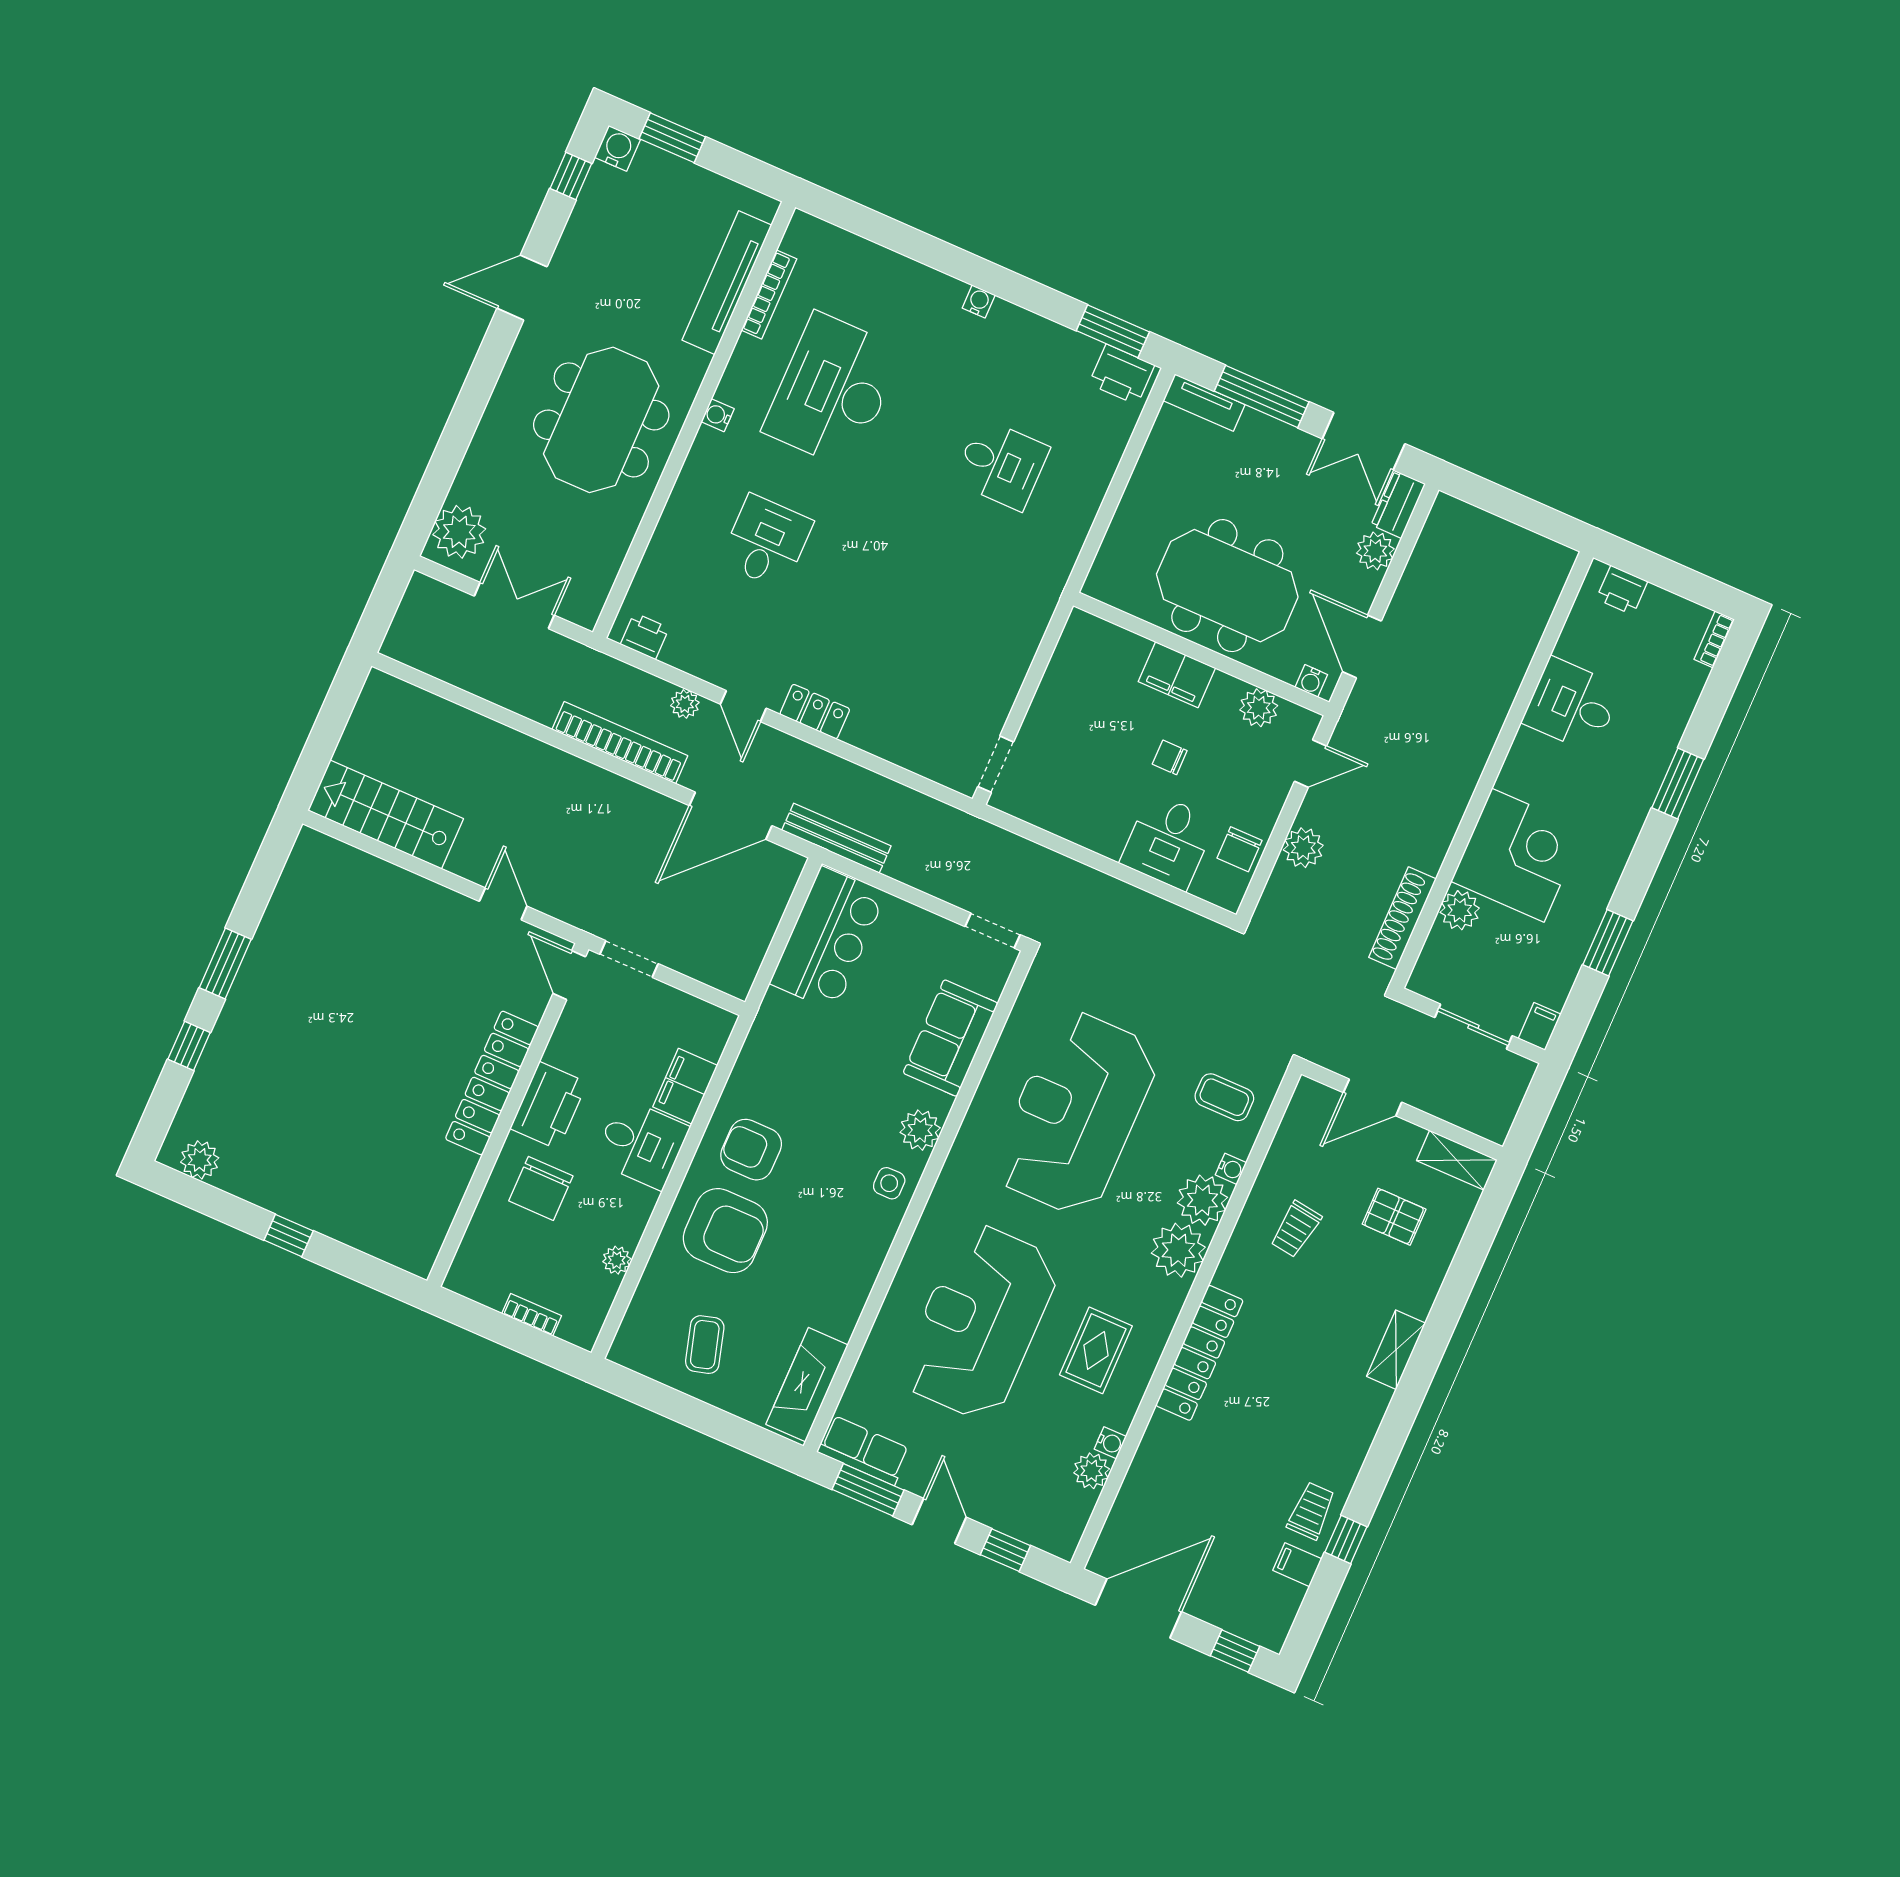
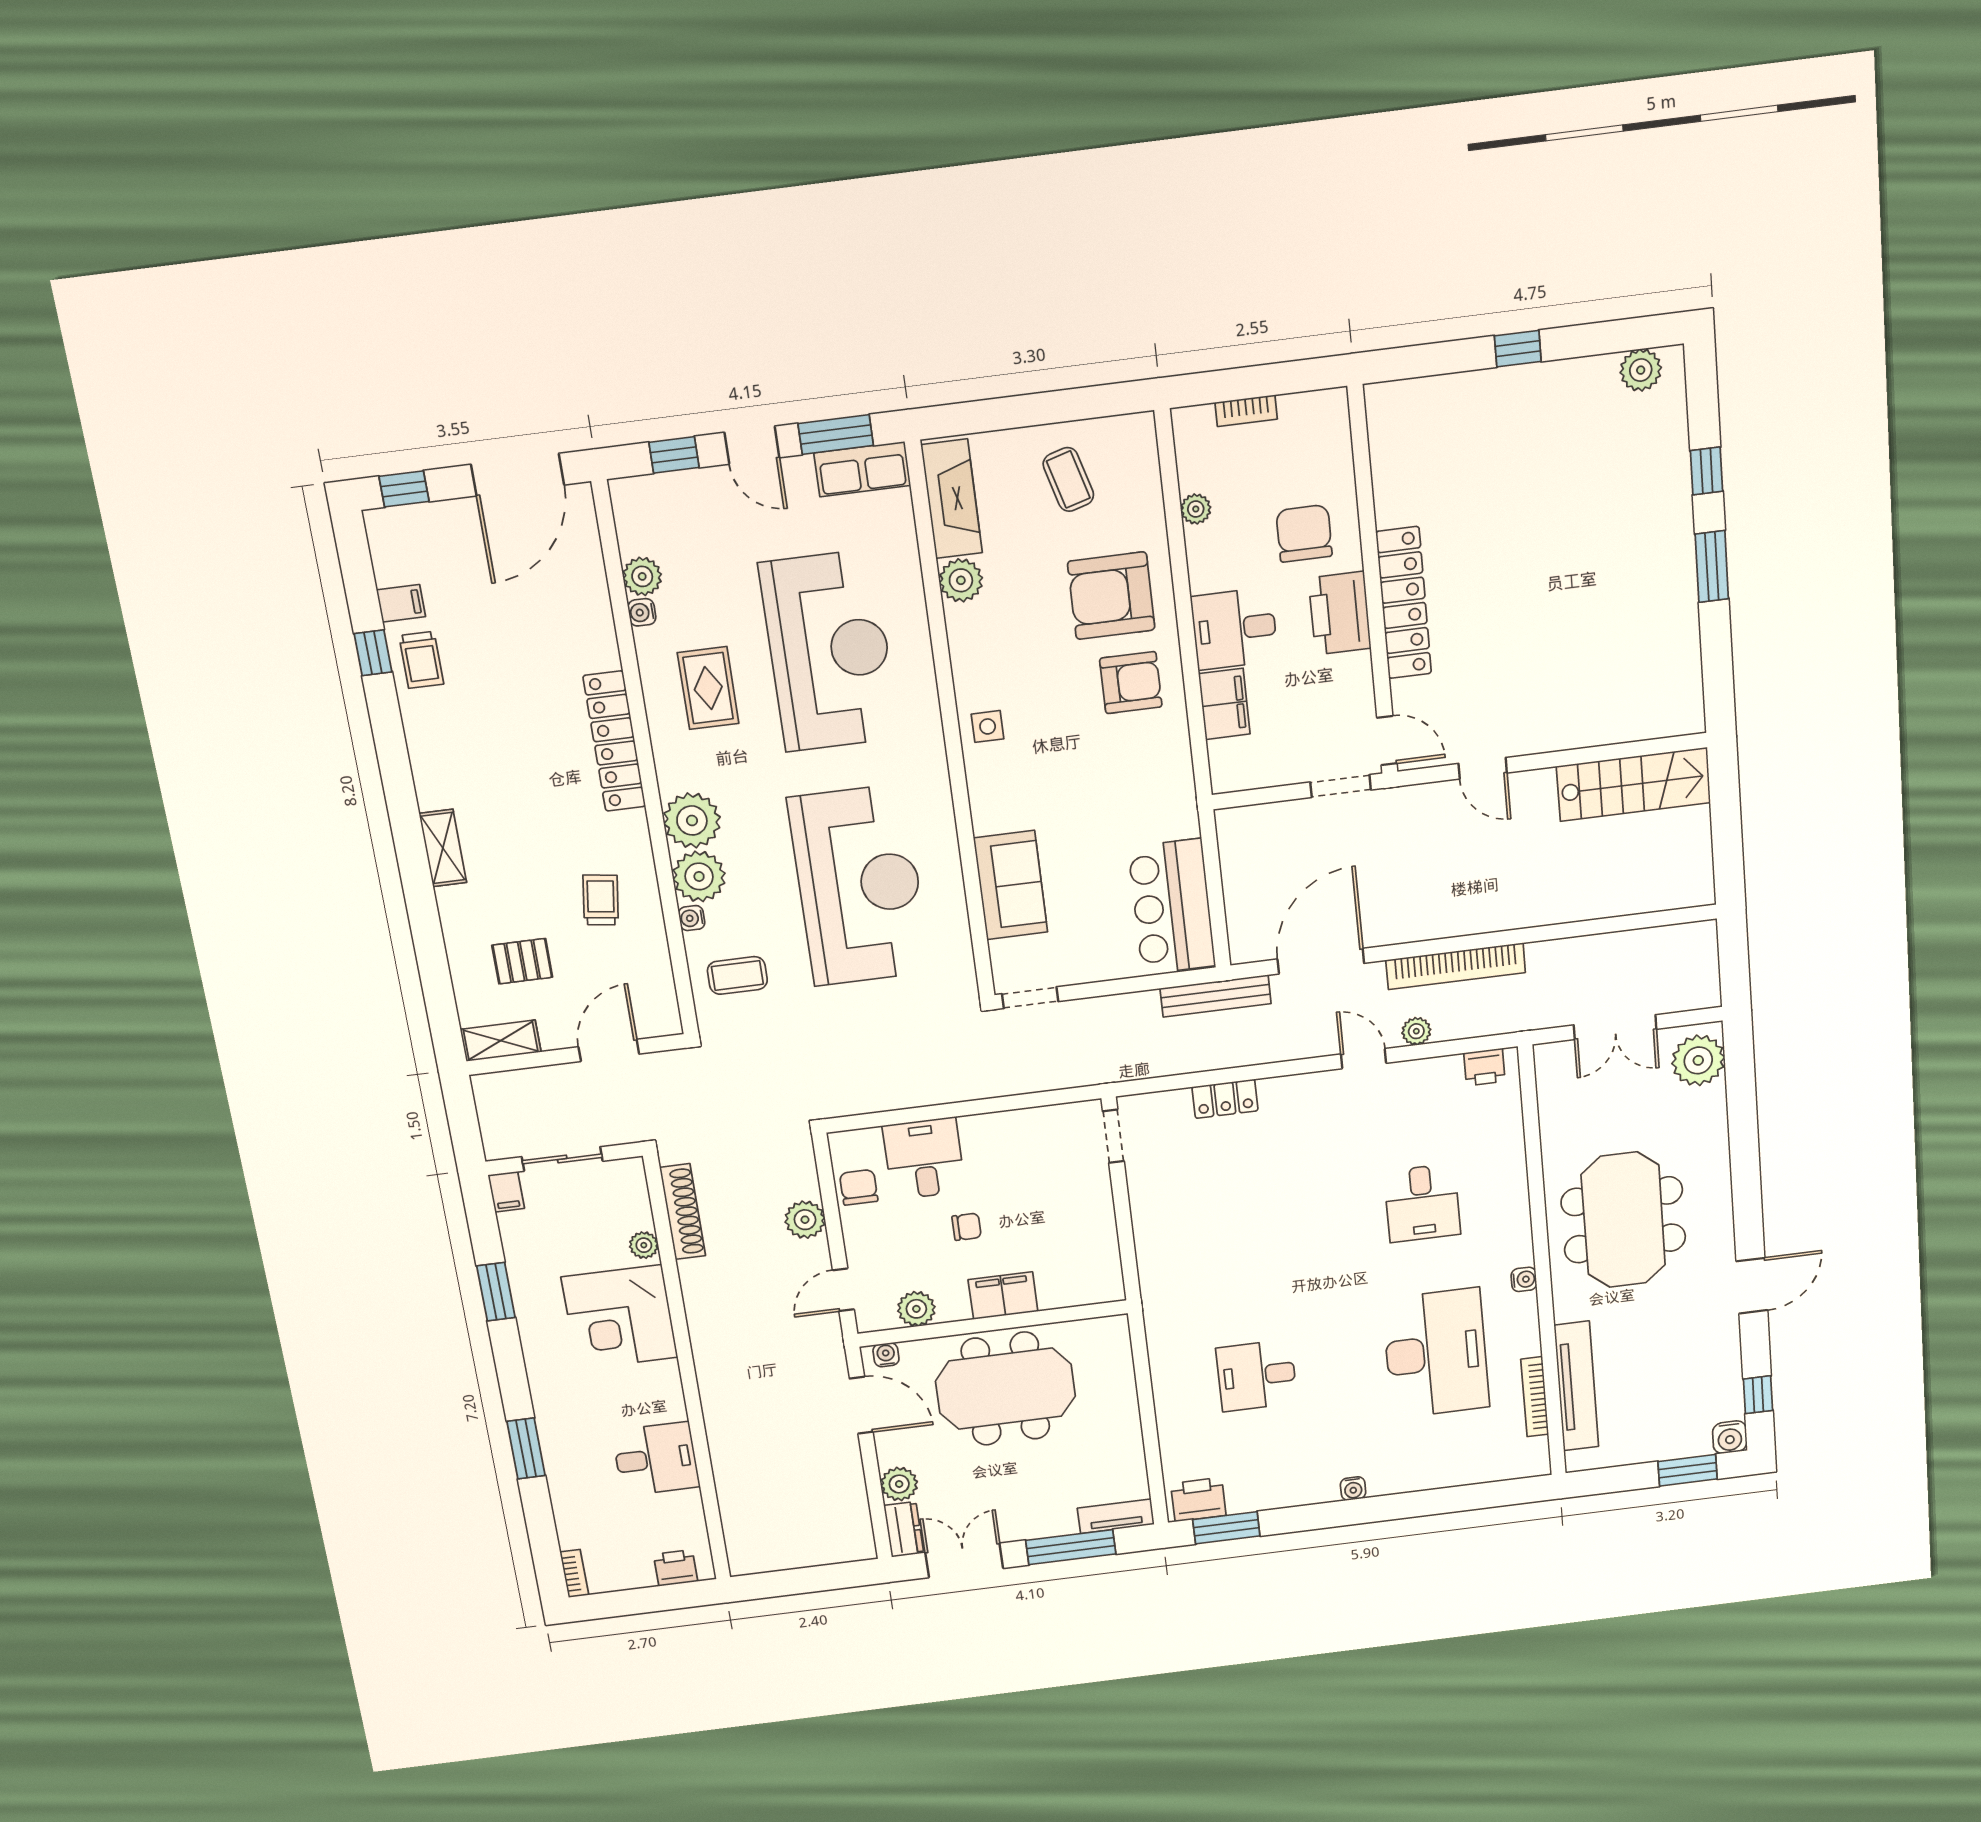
locker: (815, 712) -> (1225, 1099), moved
plant: (1460, 910) -> (644, 1245), width x0.73, depth x0.73
plant: (920, 1130) -> (961, 580), moved

